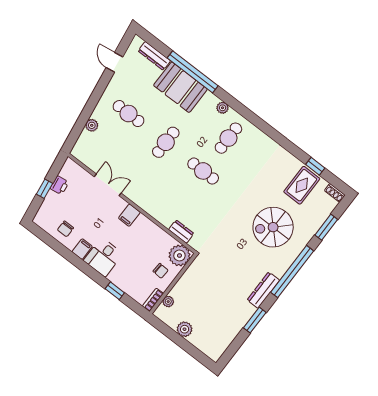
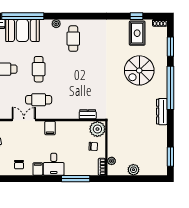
cafe table: (203, 171) -> (39, 100), moved
window: (115, 291) -> (76, 179), width x2.17
window: (255, 320) -> (170, 157), moved

